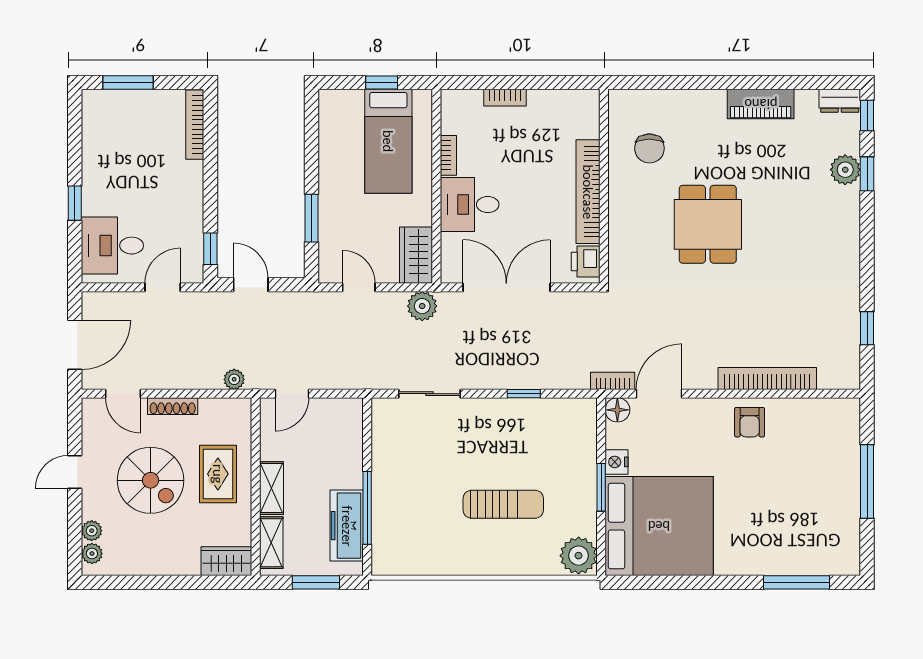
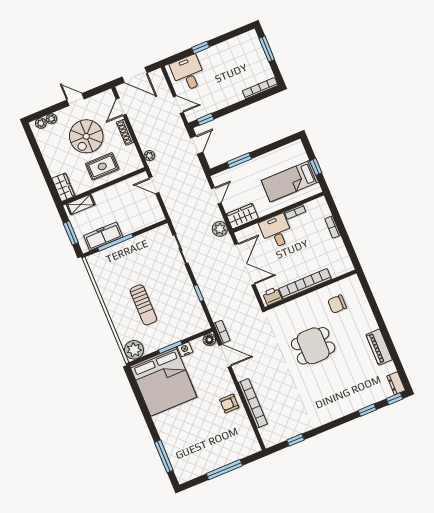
plant: (845, 170) -> (365, 399), removed
shelving: (271, 488) -> (106, 194), removed

